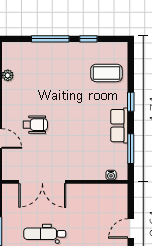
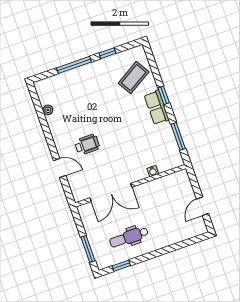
coffee table: (106, 73) -> (134, 78), turned -31
row of seats: (119, 126) -> (157, 107), moved
water cooler: (111, 175) -> (153, 171), moved

